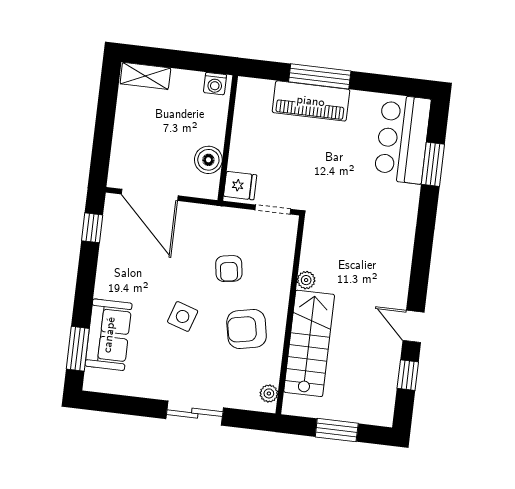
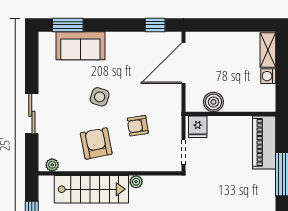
washing machine: (215, 84) -> (268, 76), moved
piano: (311, 101) -> (264, 142), moved

